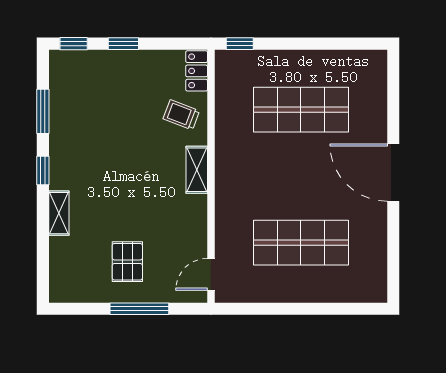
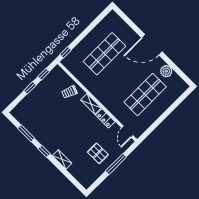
window: (74, 44) -> (44, 74), moved
locker: (197, 71) -> (105, 118), moved
plant: (374, 239) -> (166, 71), added

